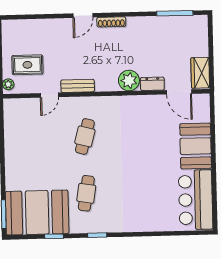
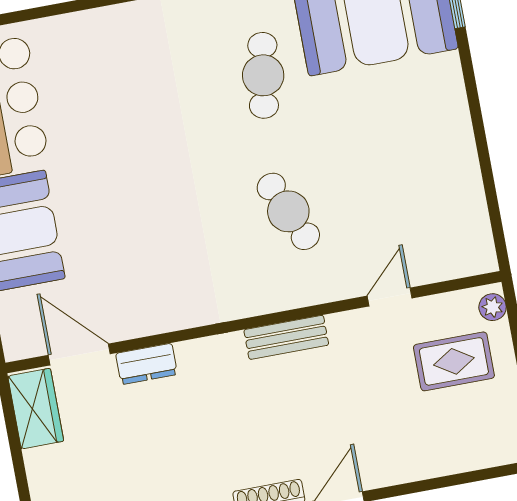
plant: (129, 81) -> (204, 363), removed
bench: (78, 86) -> (286, 337), moved
cafe table: (85, 136) -> (288, 211), turned -39

